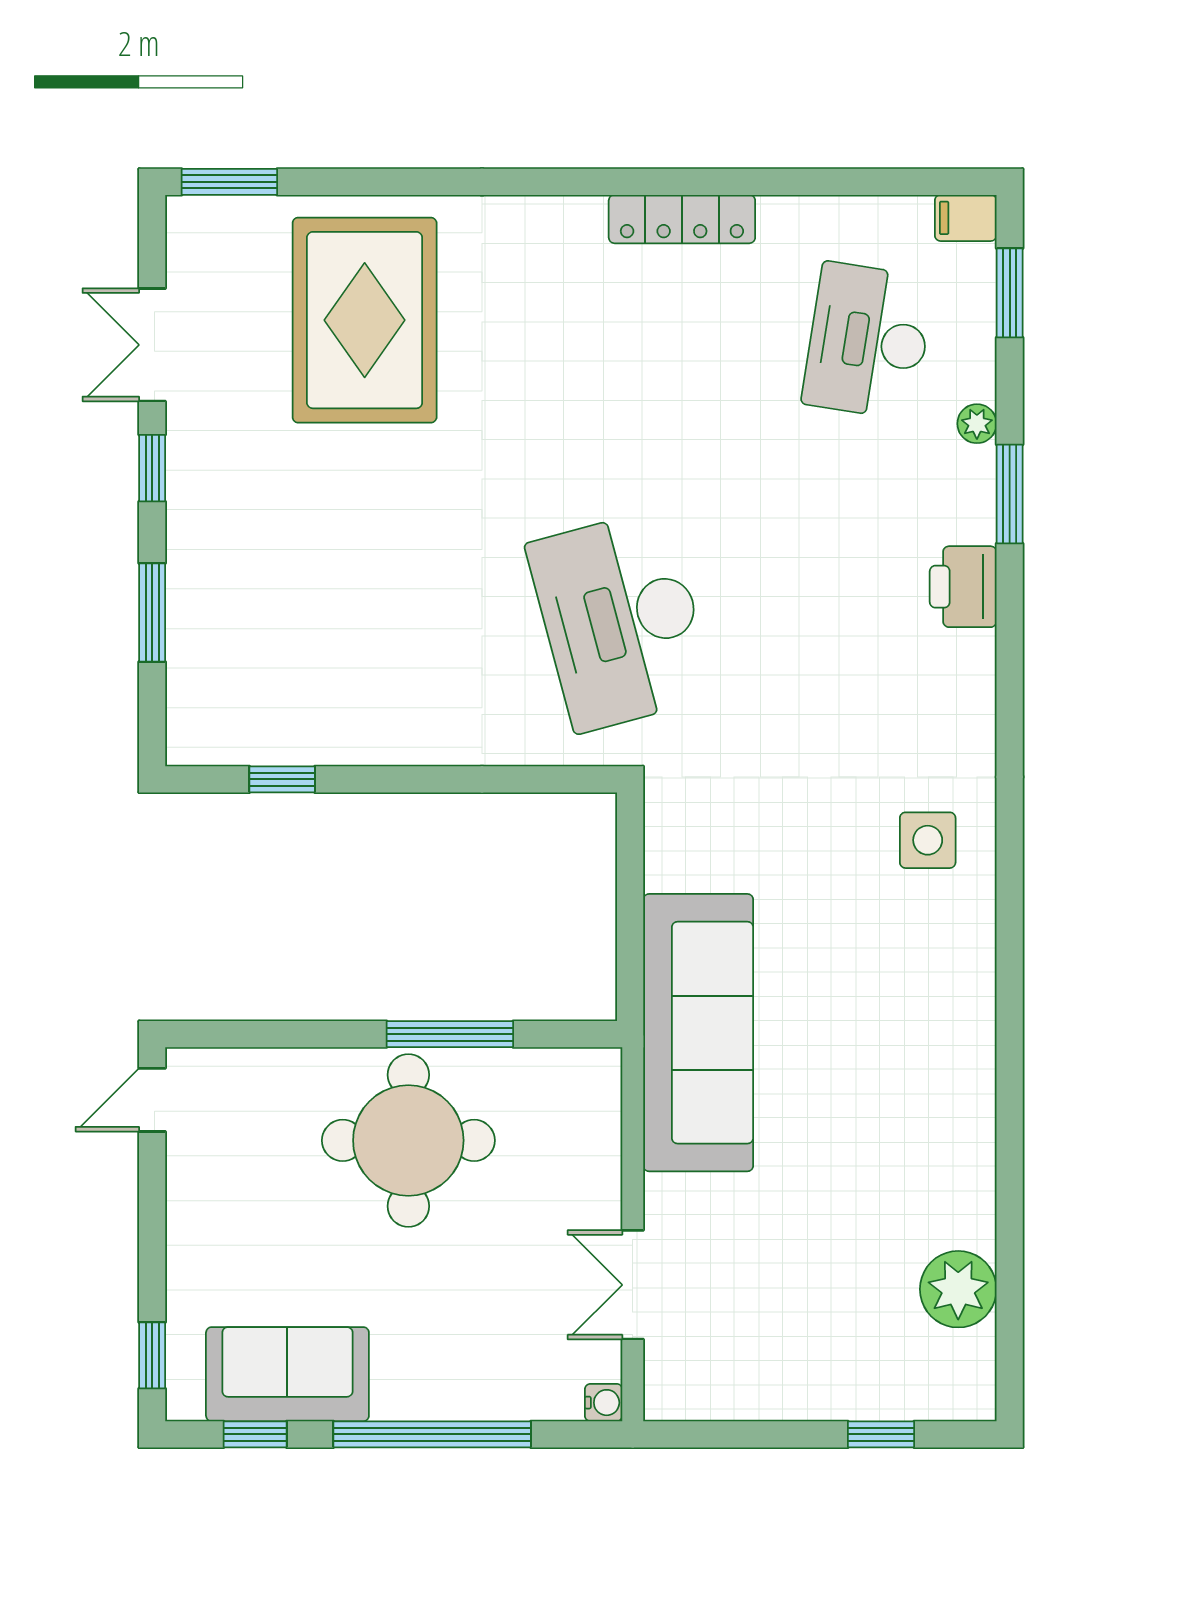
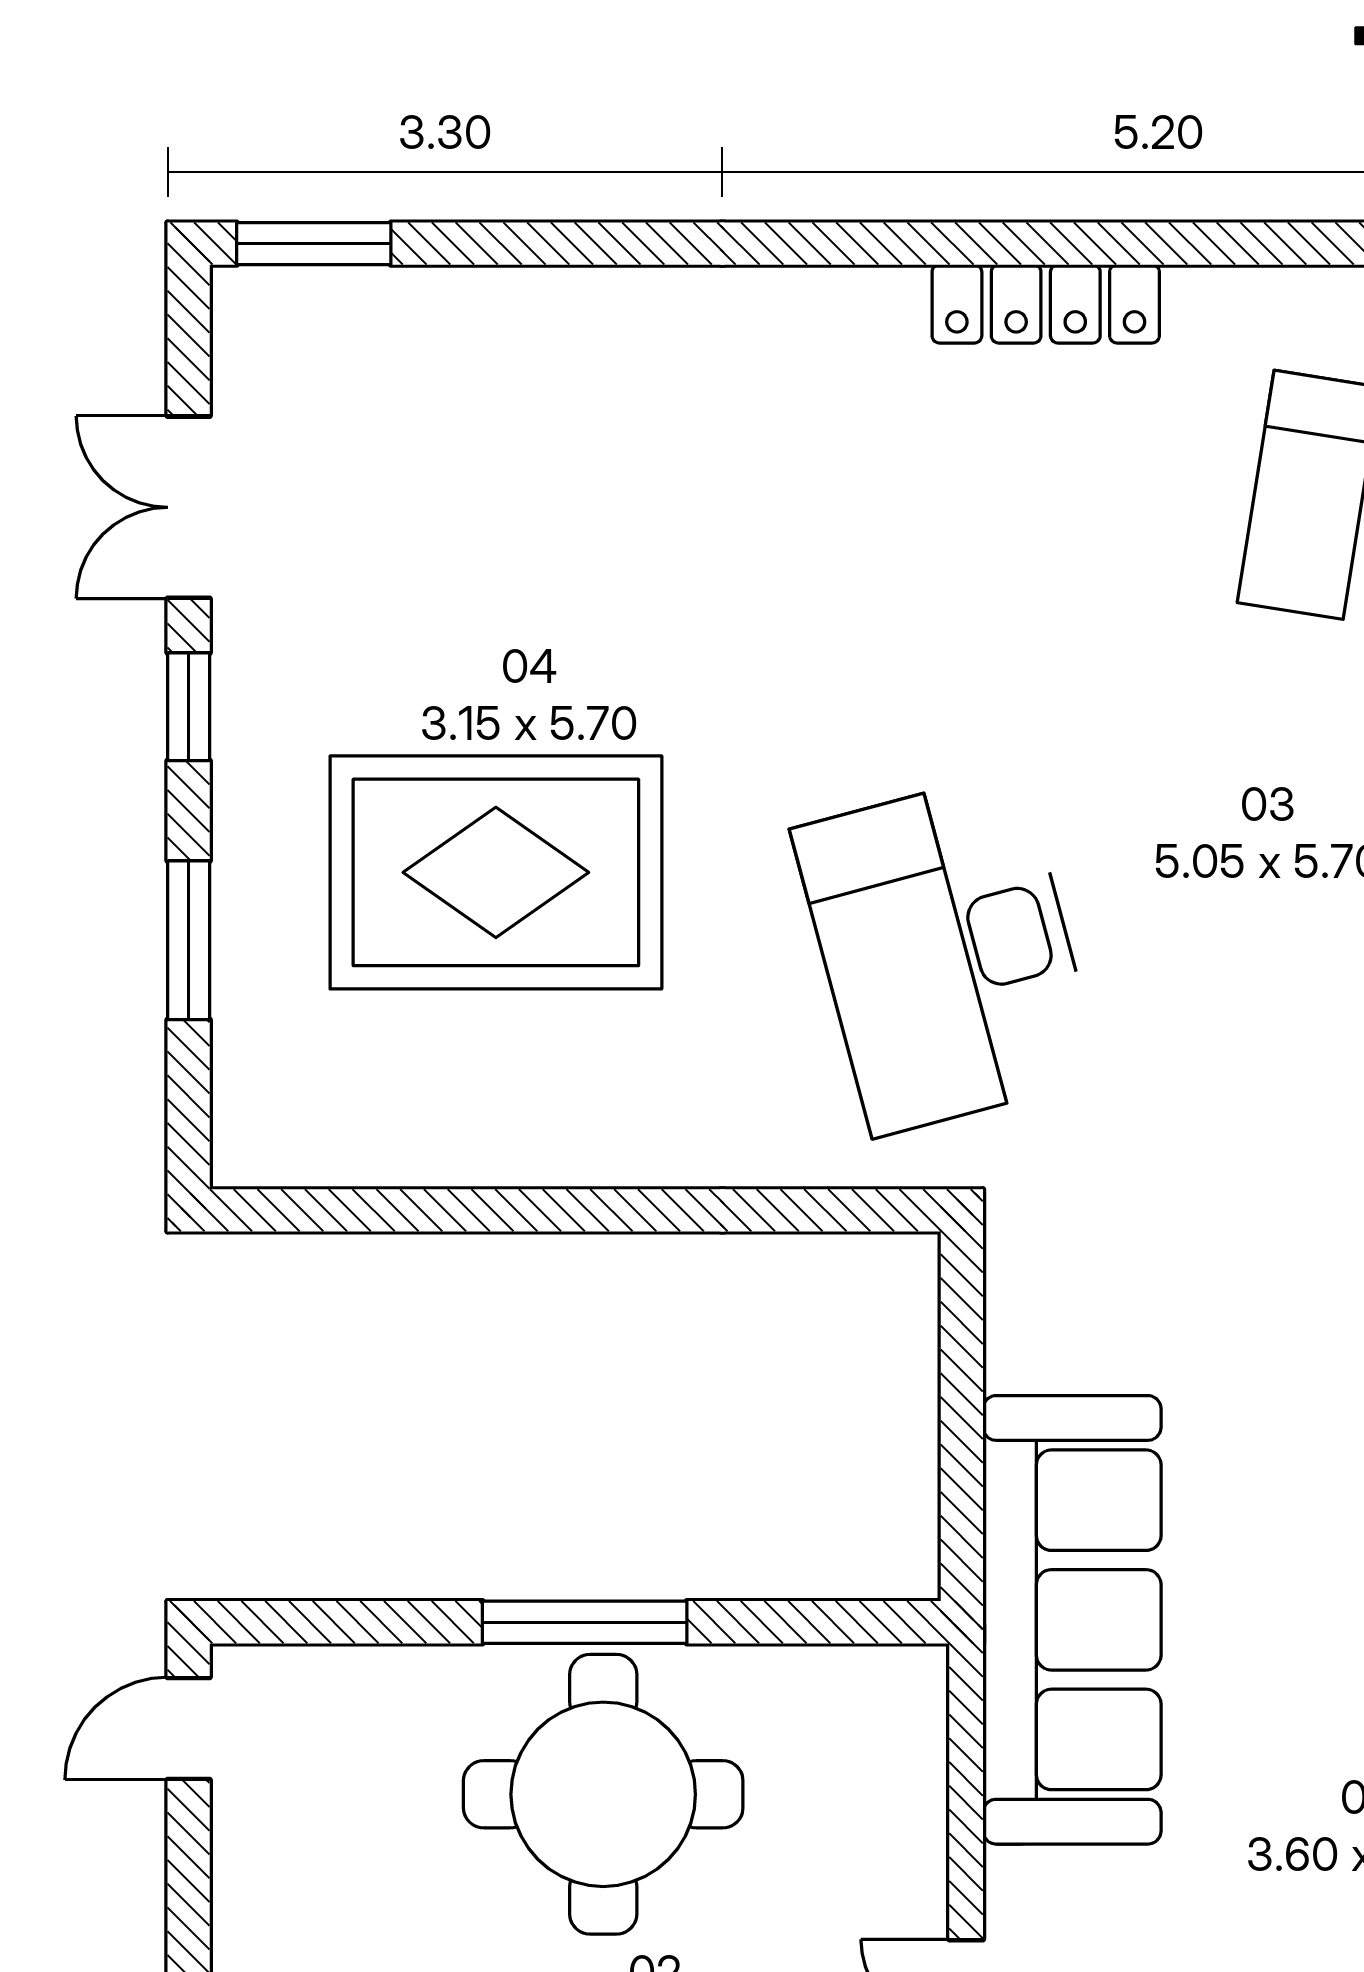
rug: (365, 320) -> (496, 872), moved, turned 90
window: (282, 779) -> (399, 1210), removed
window: (450, 1034) -> (585, 1622), moved

